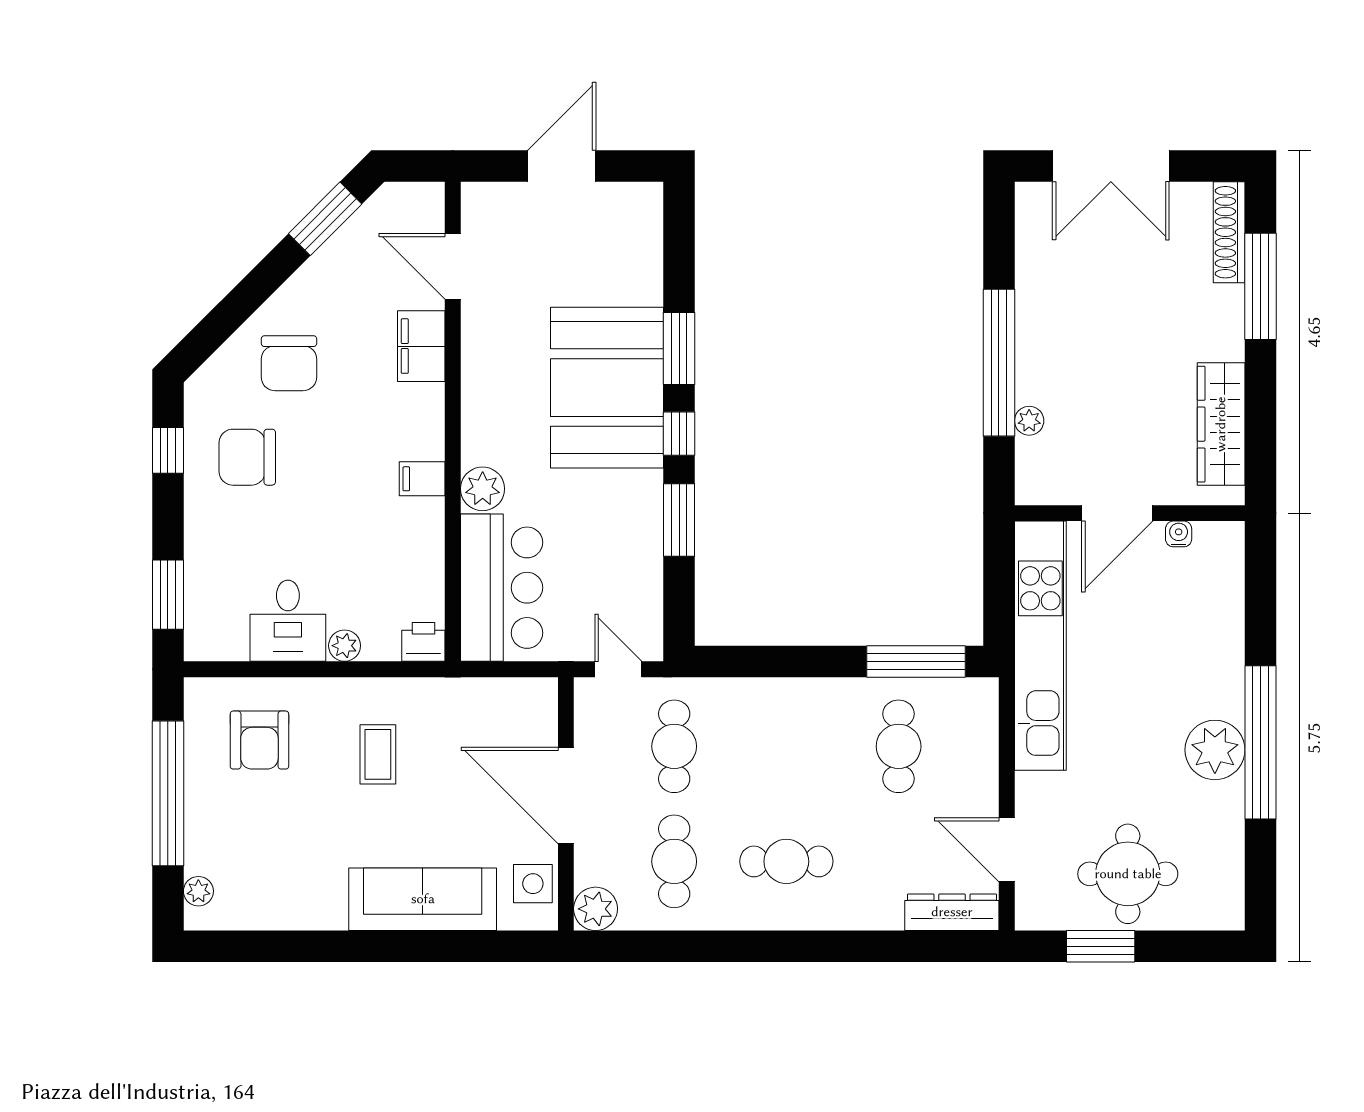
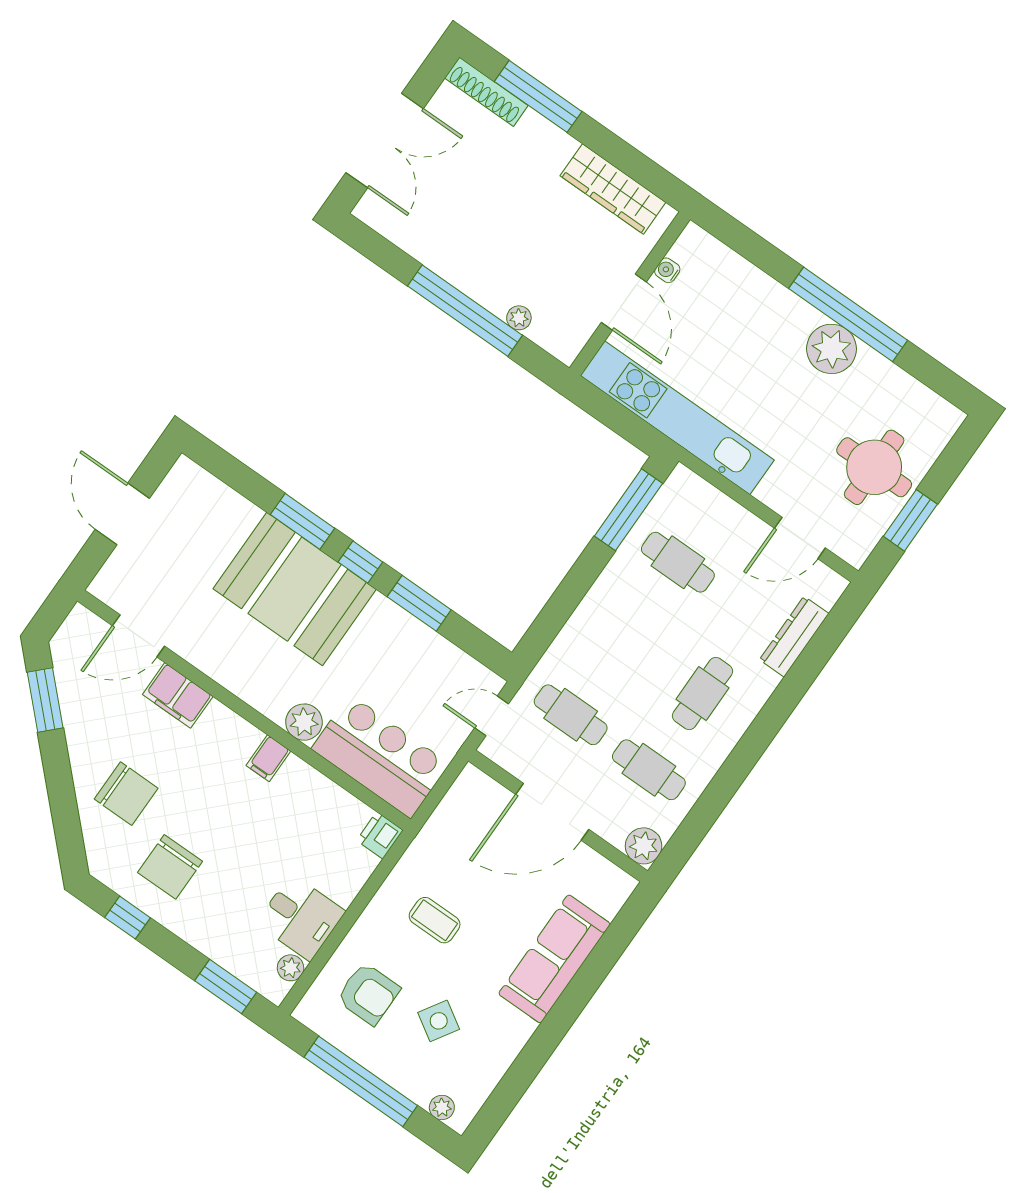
plant: (345, 646) -> (291, 968), moved
side table: (533, 884) -> (439, 1021), moved, turned 32
dresser: (952, 912) -> (794, 637), moved

